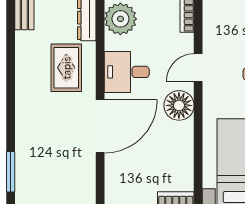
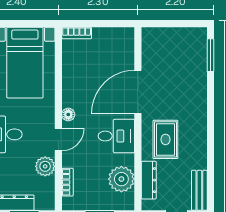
plant: (215, 35) -> (45, 166), added
floor lamp: (179, 105) -> (68, 115), width x0.53, depth x0.53

